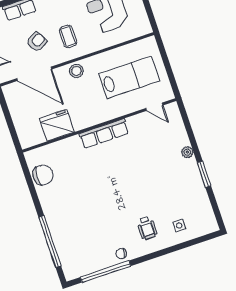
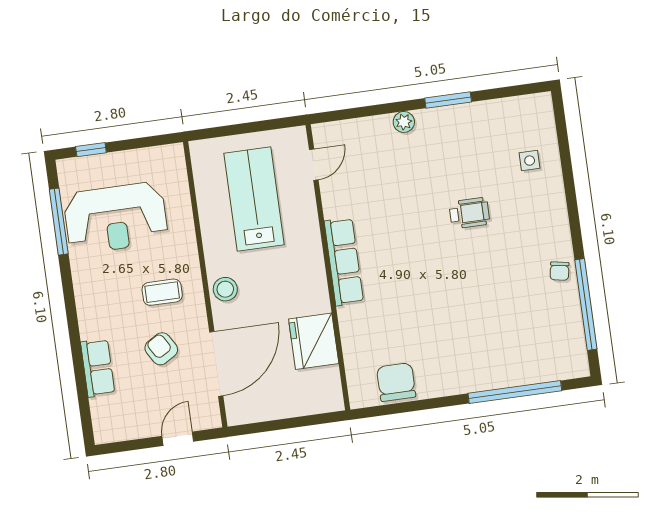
wheelchair: (147, 228) -> (469, 213), moved

